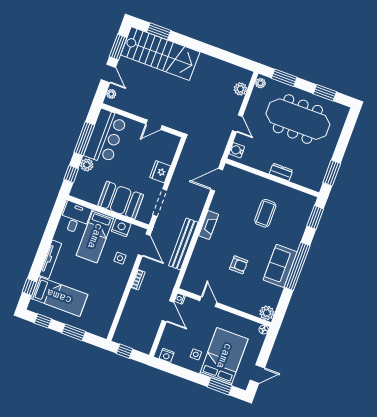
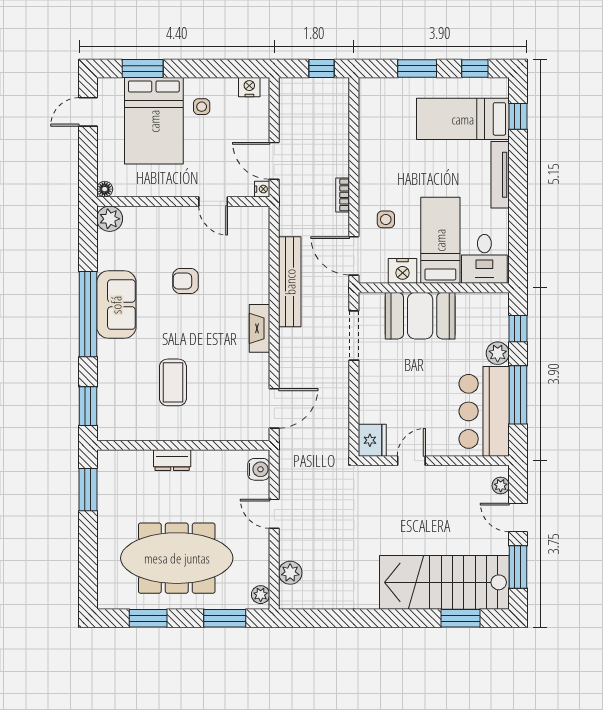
fridge: (160, 172) -> (372, 440), moved

